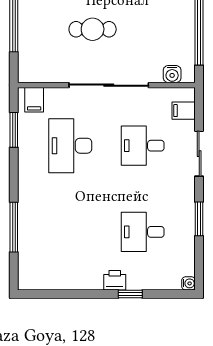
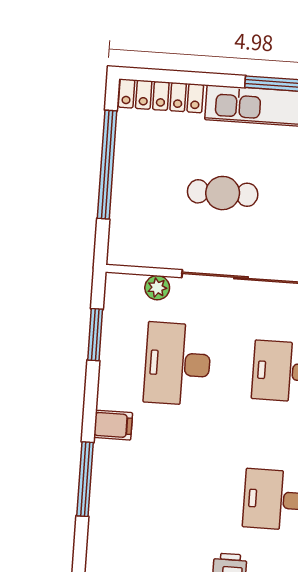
plant: (53, 96) -> (157, 288), added
filing cabinet: (34, 100) -> (113, 425), moved, turned -90

